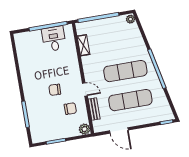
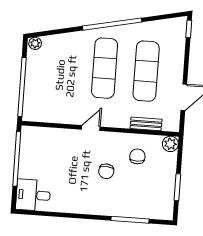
desk: (54, 39) -> (33, 195), moved
shelving: (84, 45) -> (55, 117), removed
door: (85, 89) -> (91, 128), moved

